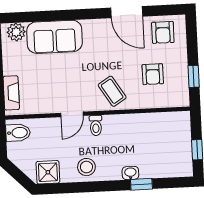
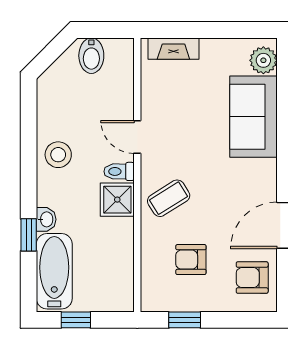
bidet: (18, 133) -> (91, 56), moved
bathtub: (165, 166) -> (54, 271), added
shower: (48, 172) -> (117, 200), moved

